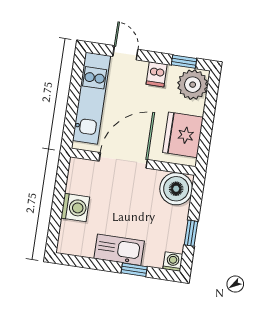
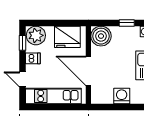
door: (125, 53) -> (23, 79), hinge flipped

